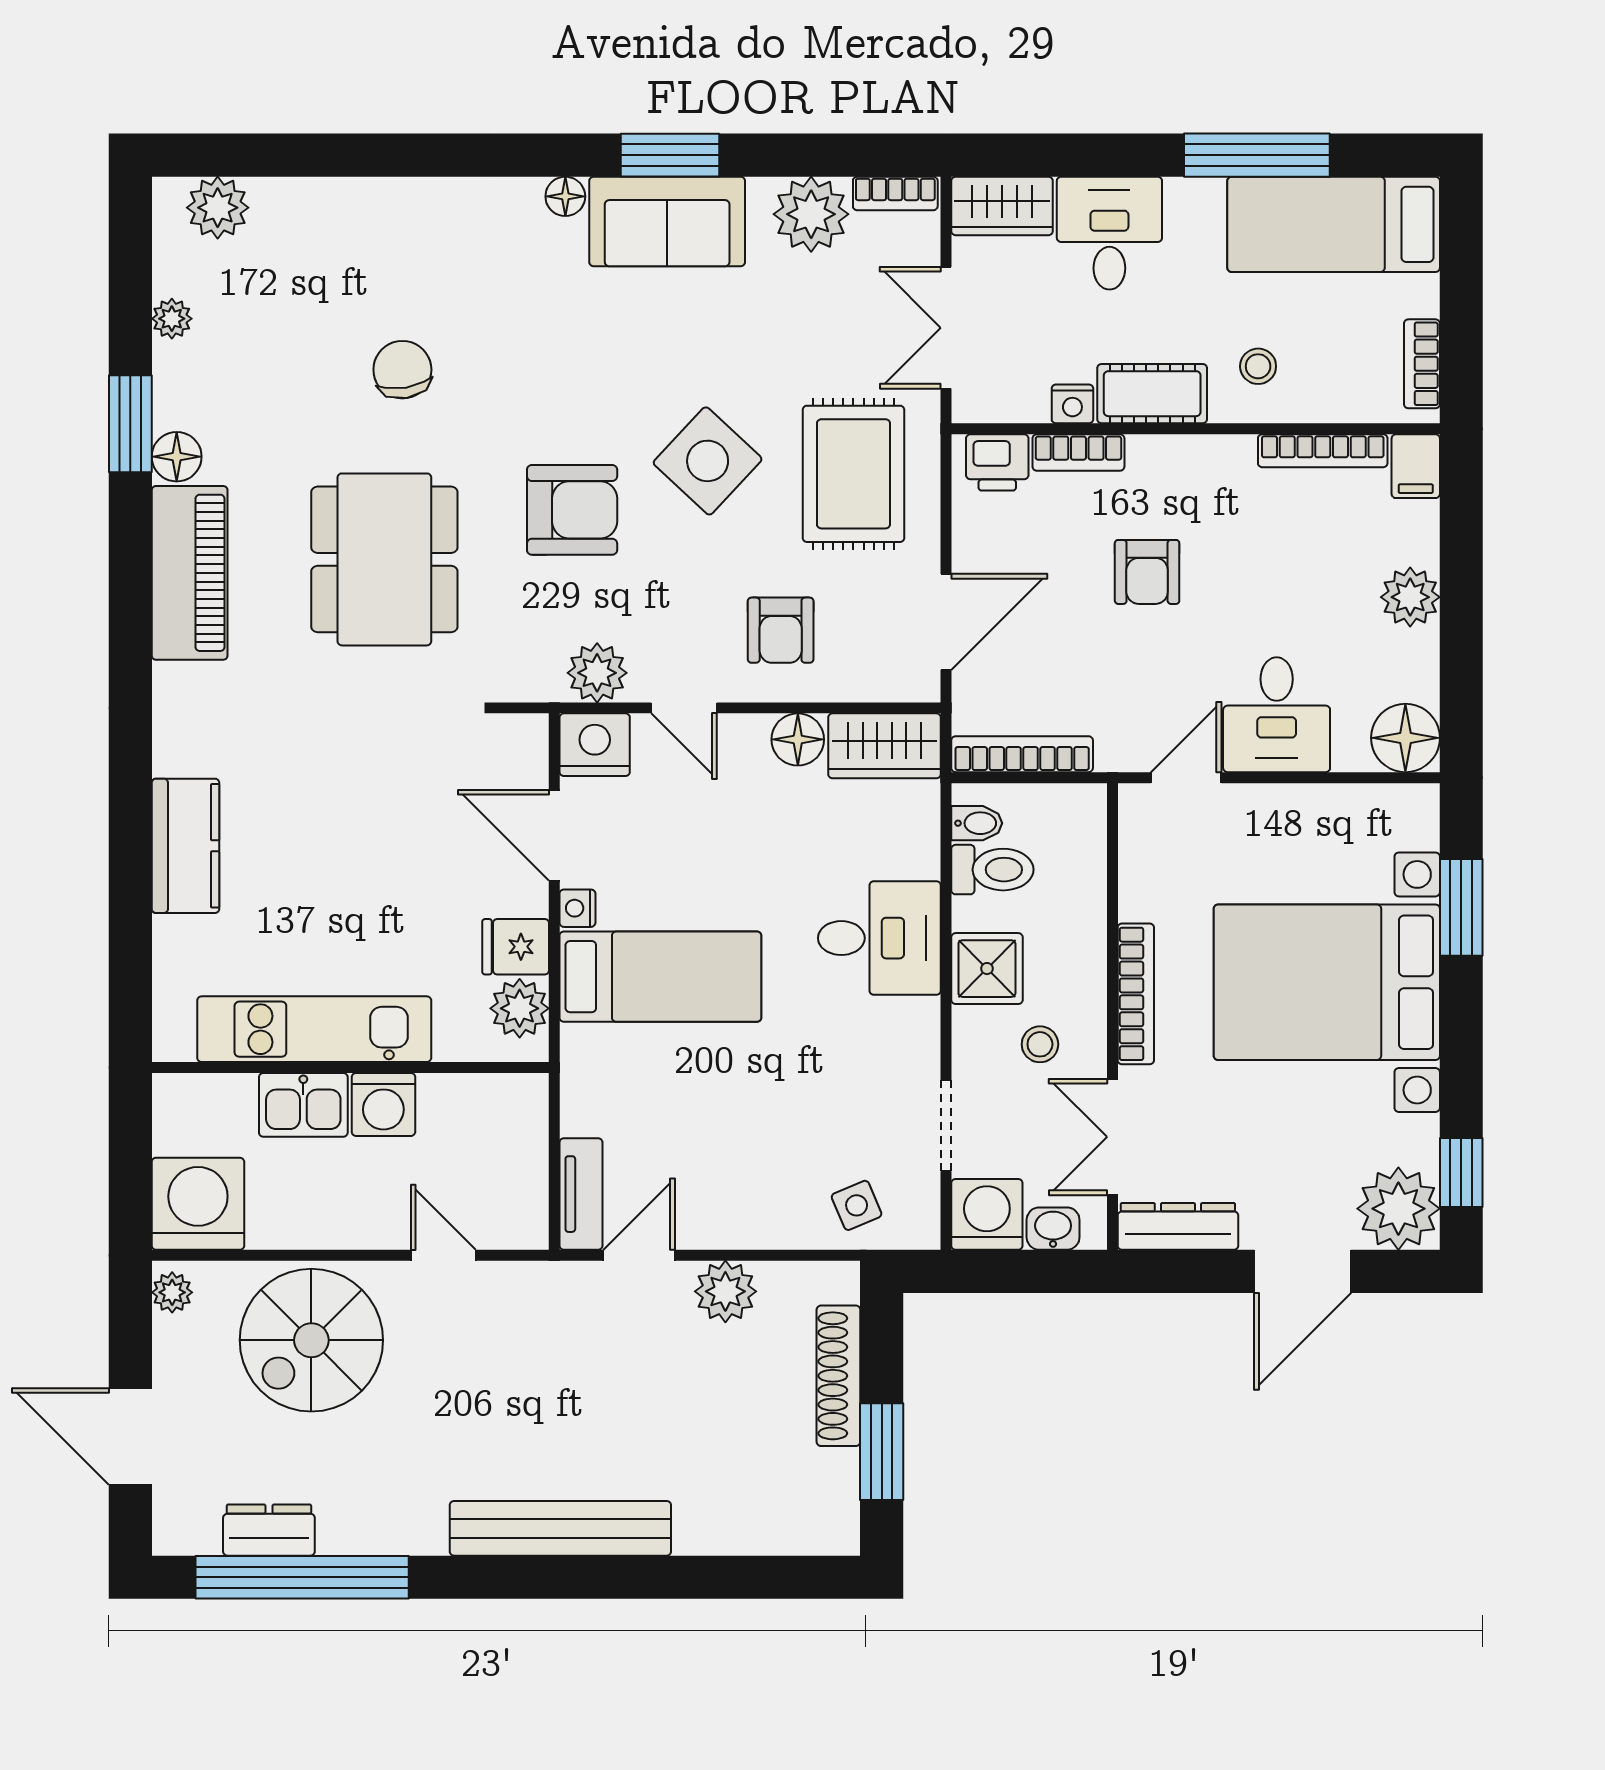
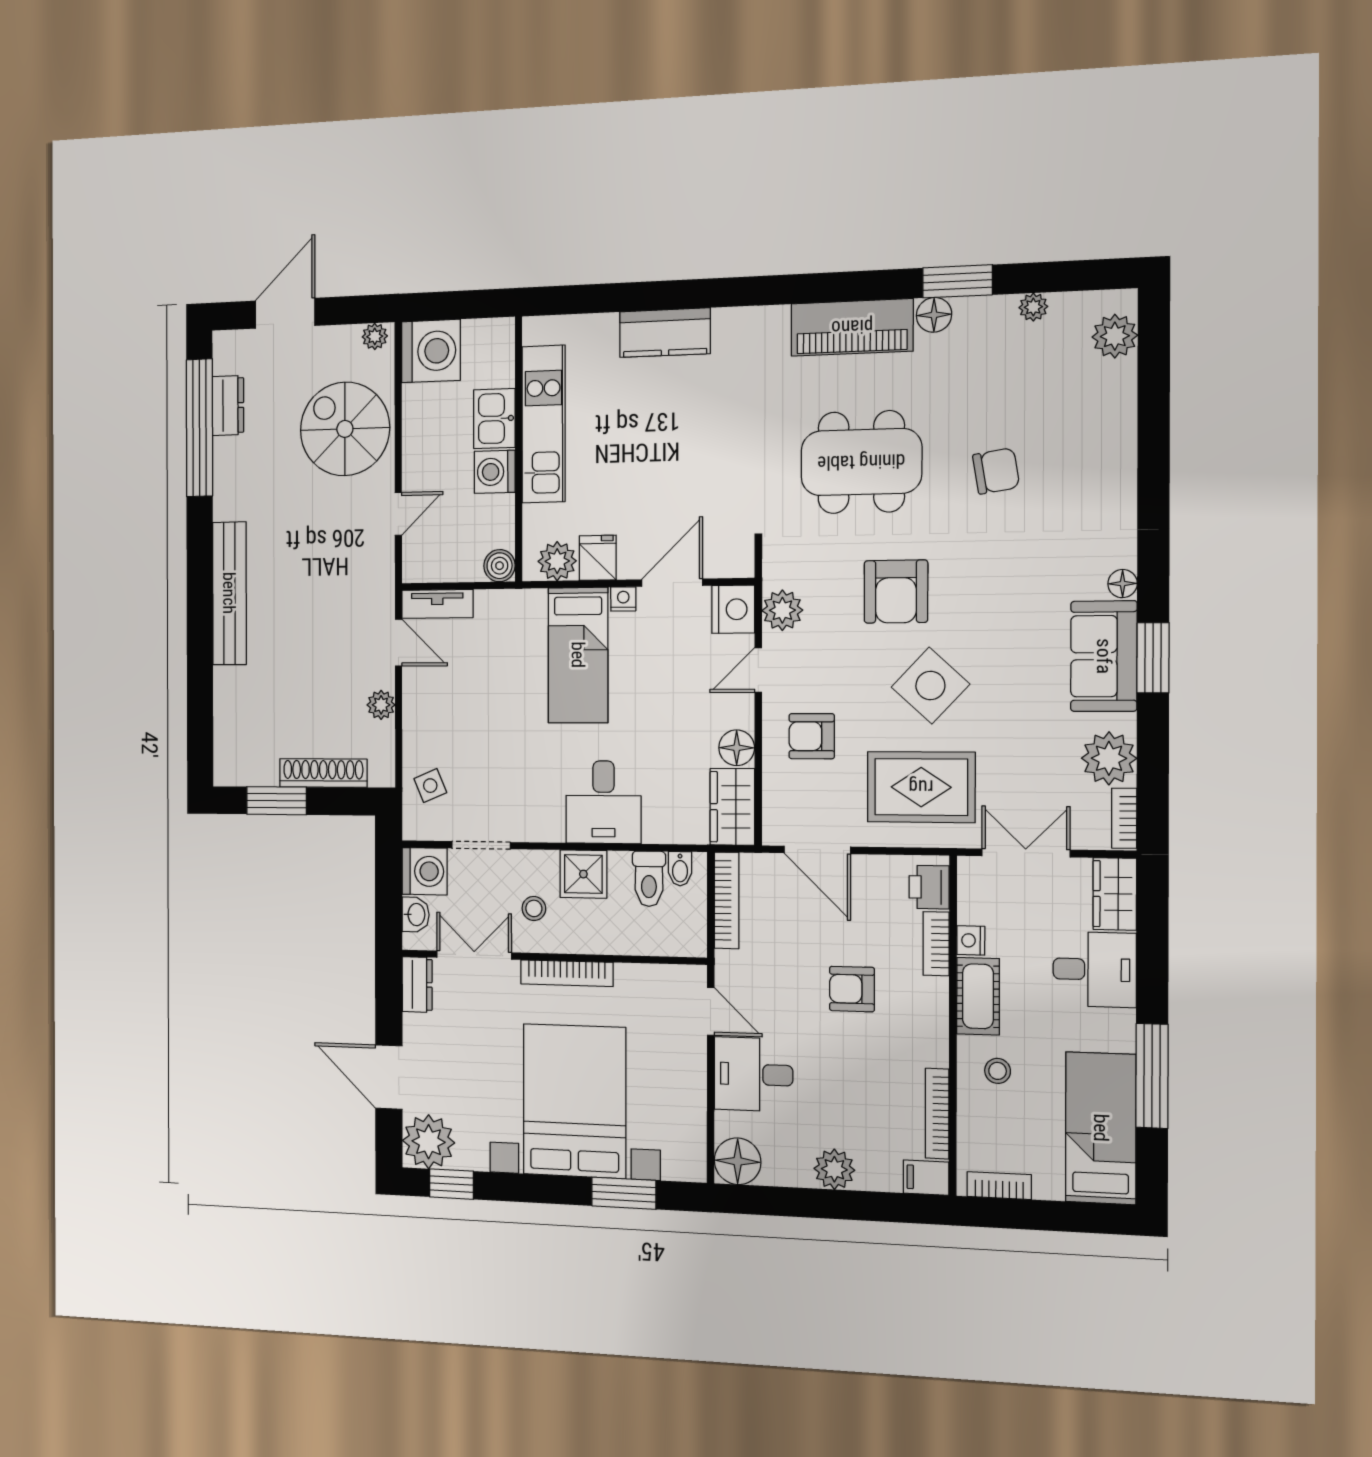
boiler: (525, 1097) -> (500, 566), added
dresser: (1178, 1226) -> (417, 985), width x0.70
plant: (725, 1291) -> (381, 705), width x0.73, depth x0.73

